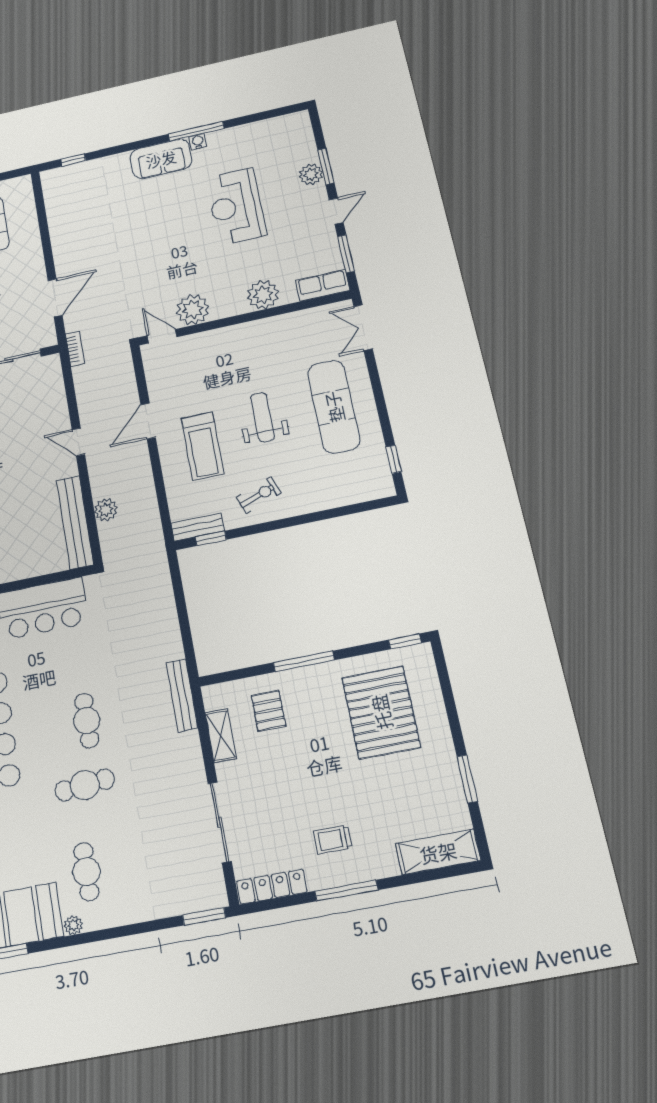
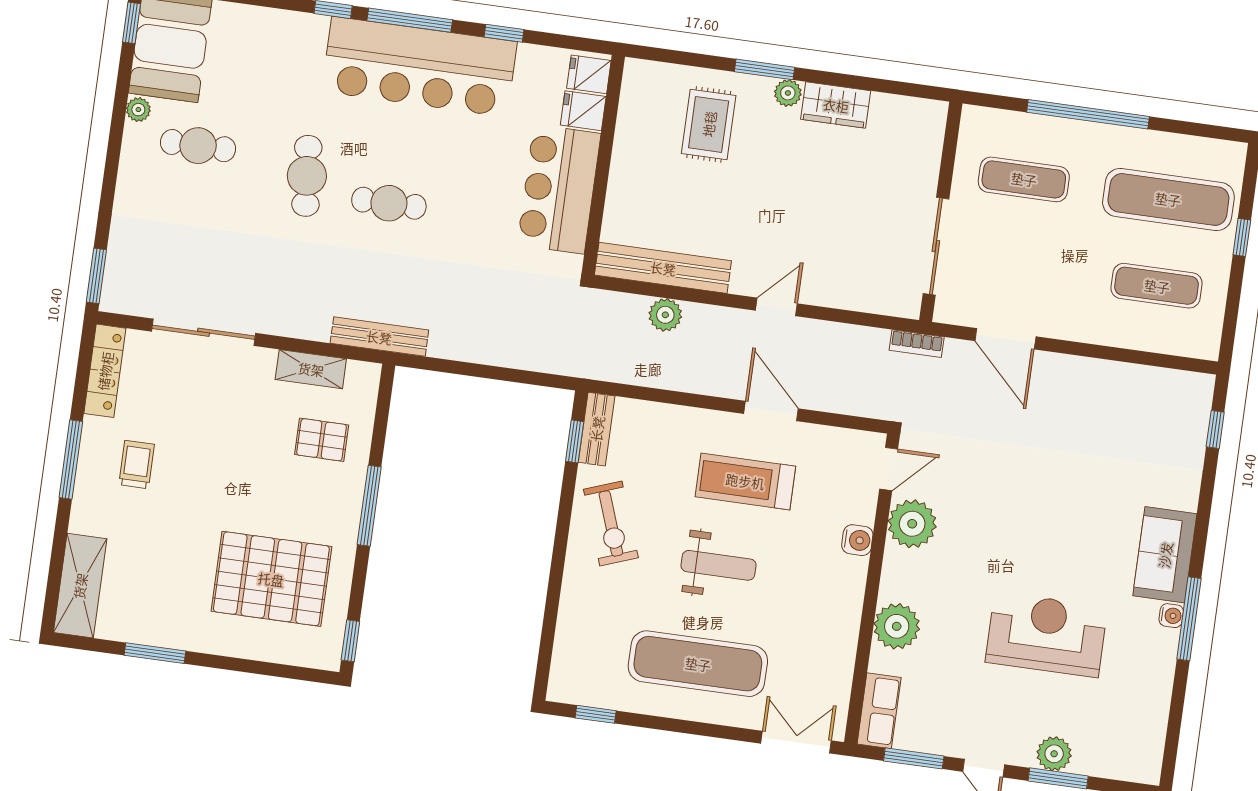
water cooler: (215, 338) -> (857, 540), added
treadmill: (202, 446) -> (745, 481), moved
exercise bike: (259, 495) -> (611, 524), width x1.38, depth x1.39

